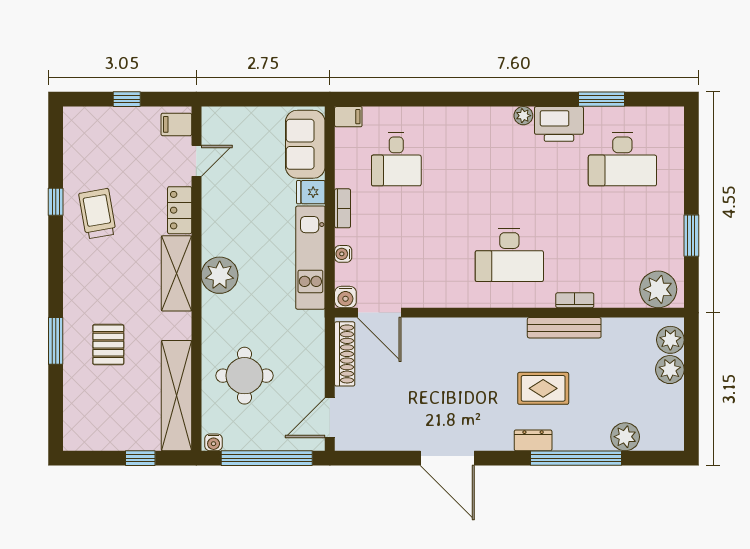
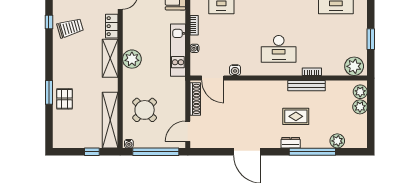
fridge: (311, 192) -> (178, 17), removed
trolley: (97, 214) -> (70, 28), turned 84
water cooler: (345, 297) -> (235, 70), moved
pallet: (108, 345) -> (65, 99), moved
round table: (244, 376) -> (145, 110), turned 45

